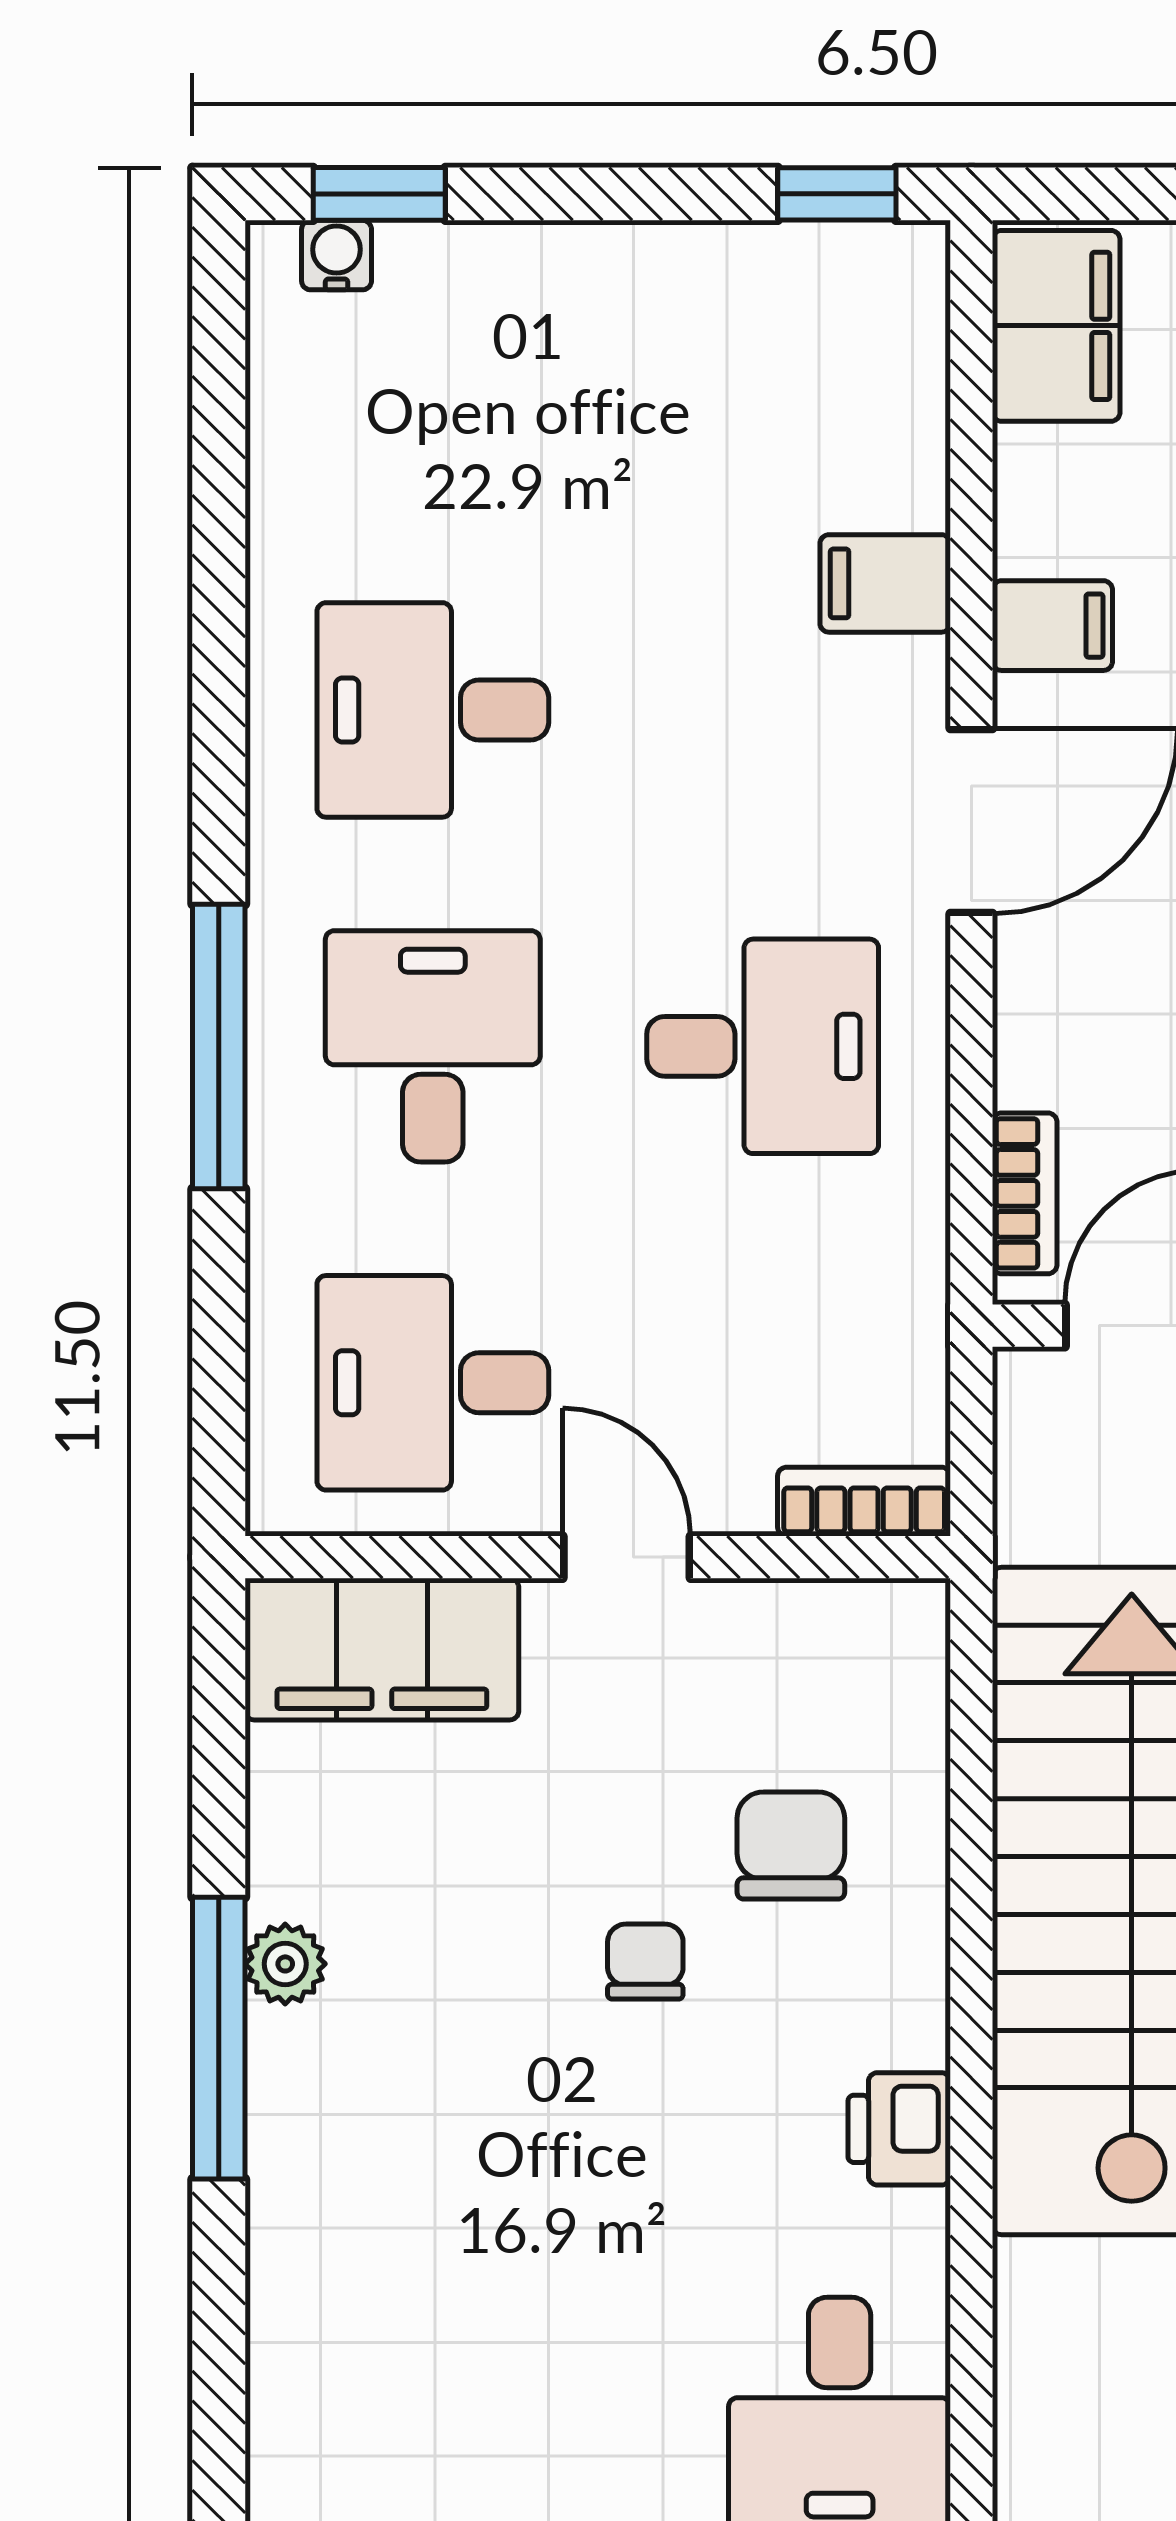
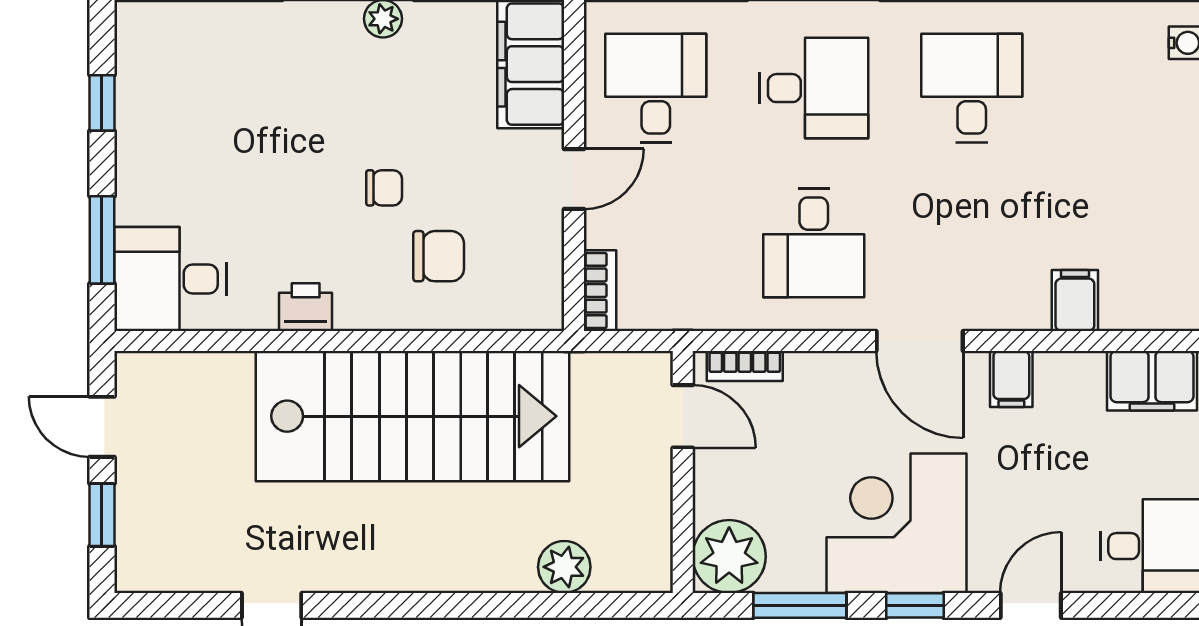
filing cabinet: (885, 583) -> (1075, 300), moved

